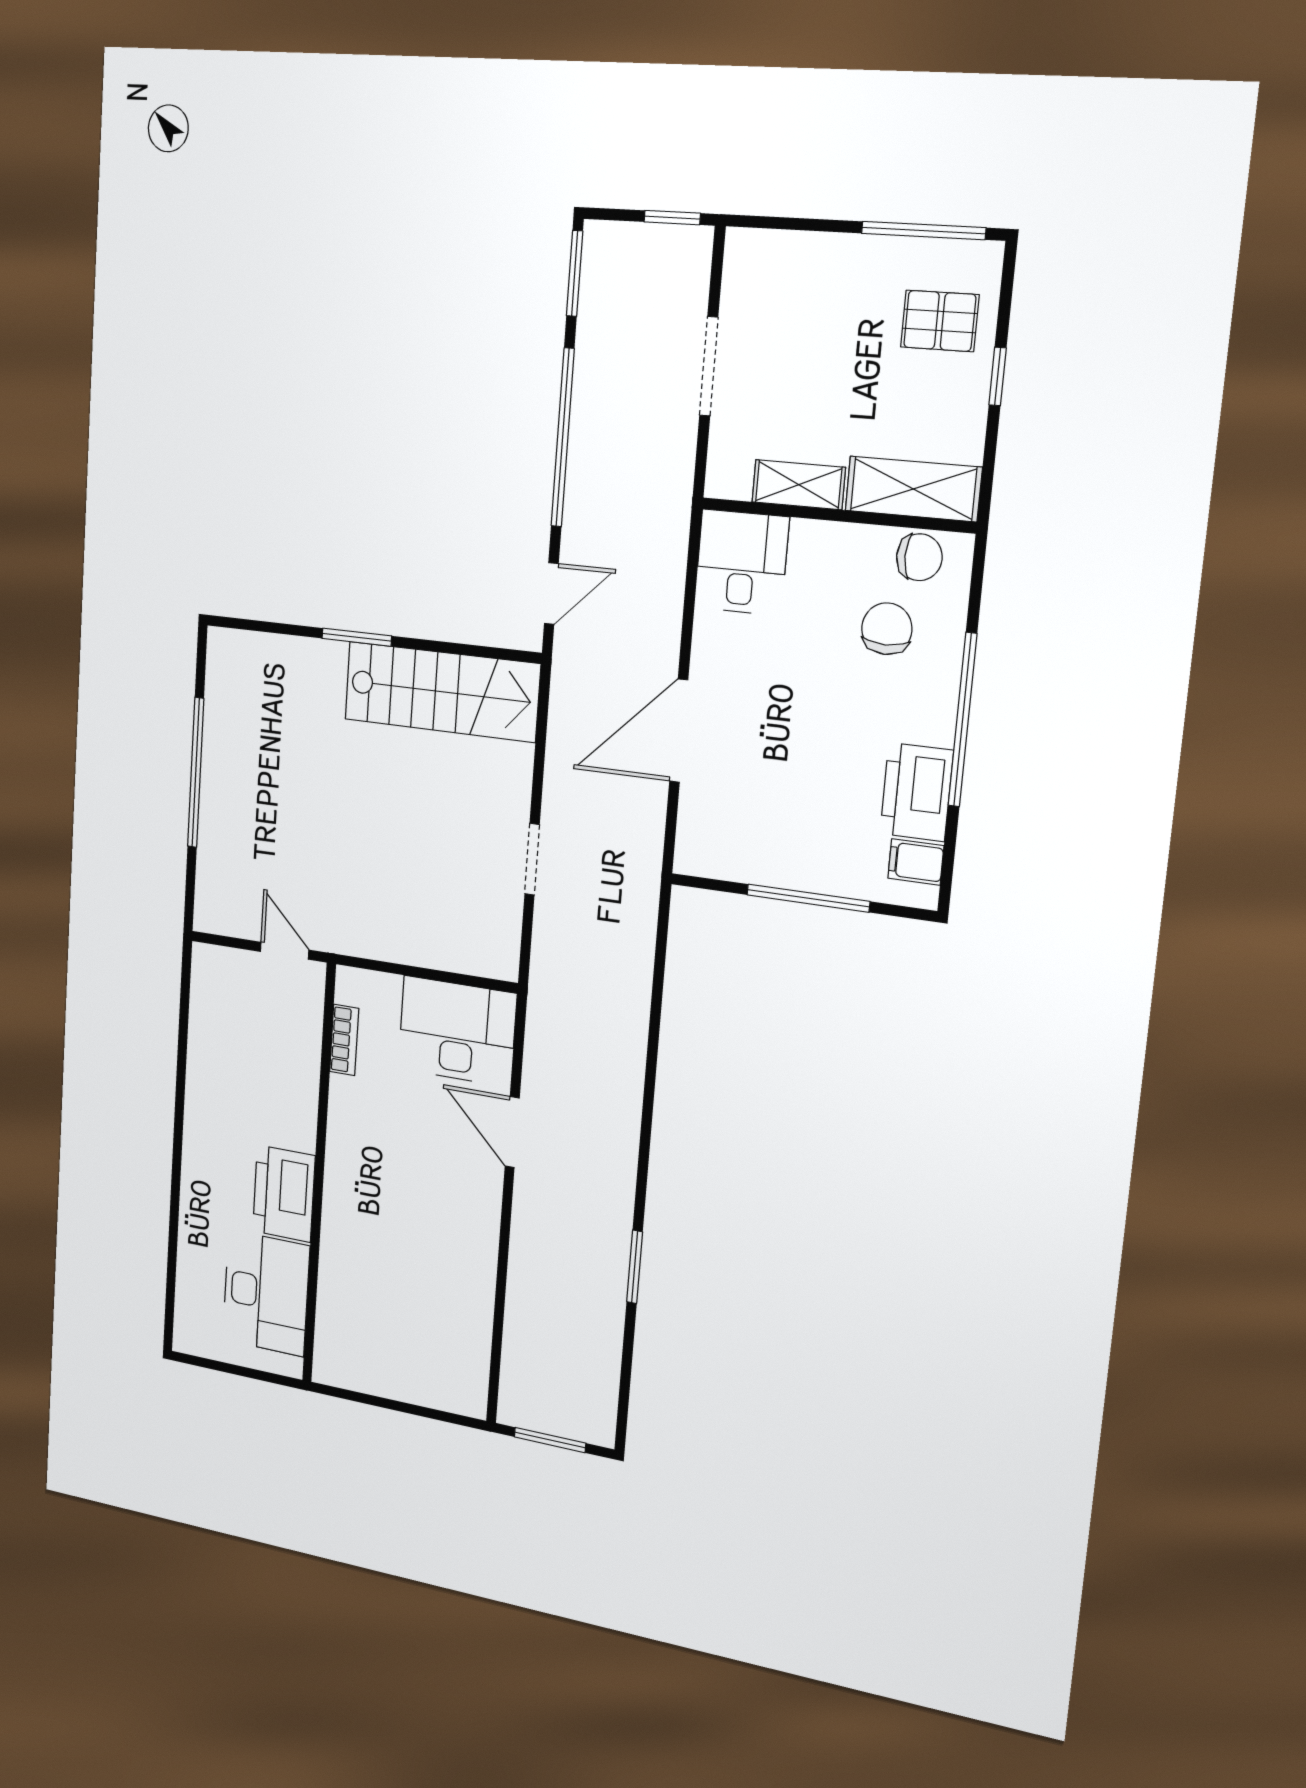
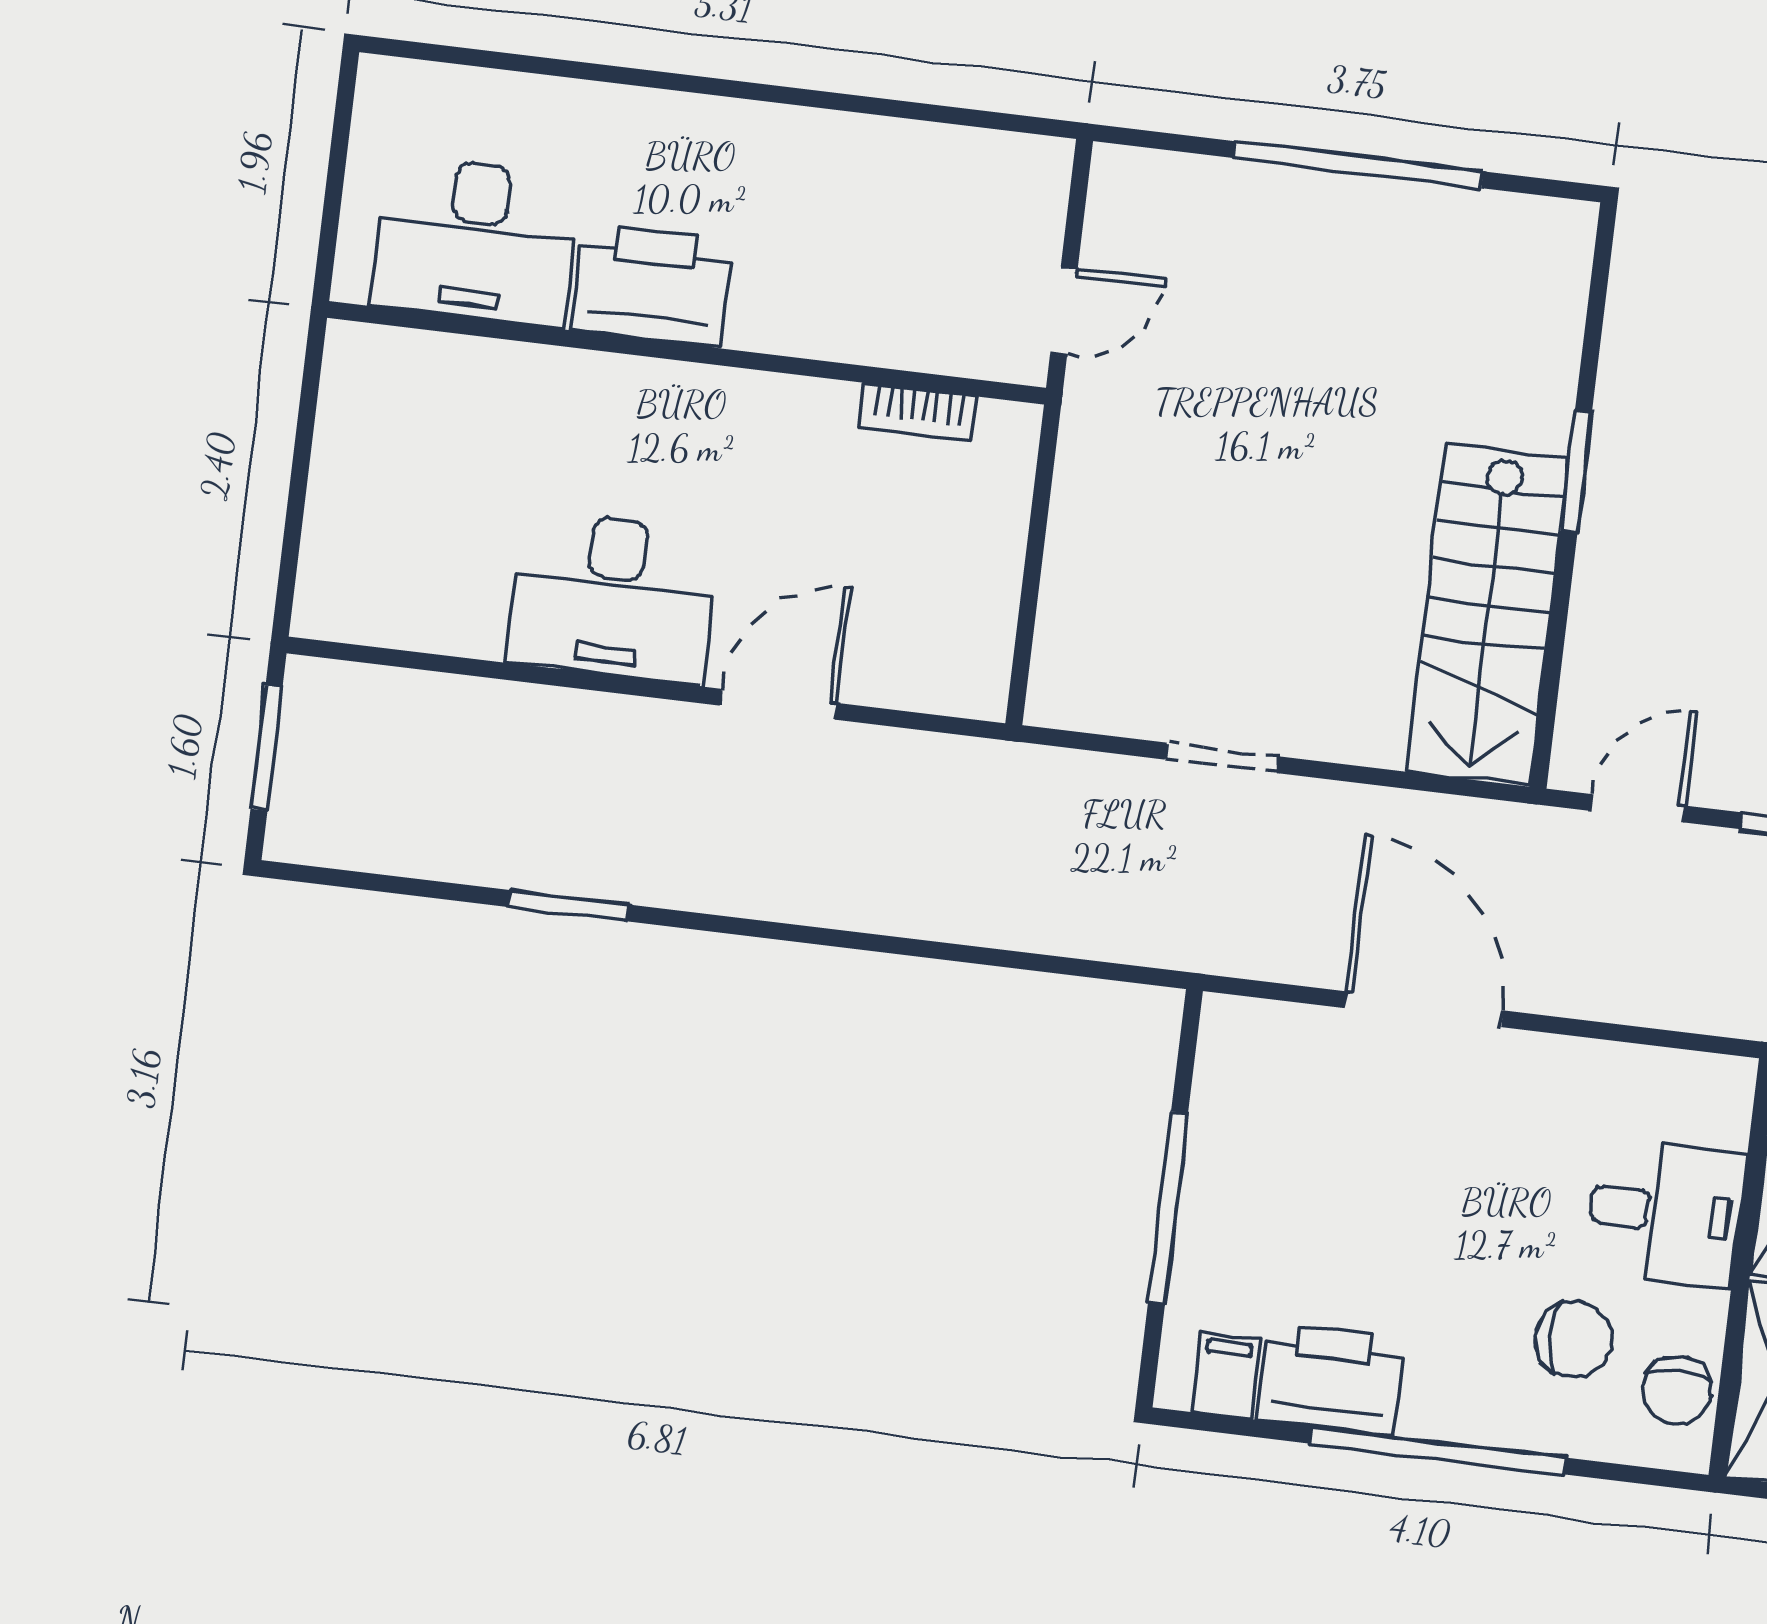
desk: (742, 562) -> (1666, 1212), moved
door: (551, 594) -> (1638, 808), swing flipped
desk: (457, 1031) -> (612, 597), moved, turned 90

